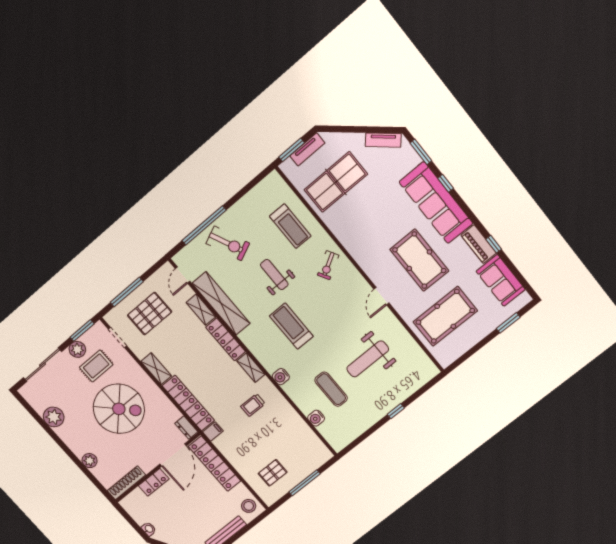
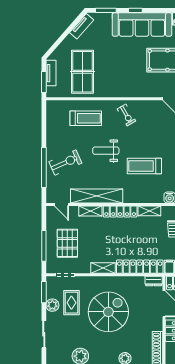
sliding door: (42, 365) -> (44, 334), width x0.73

